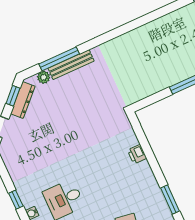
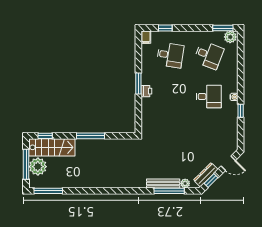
printer: (137, 154) -> (146, 91), moved
window: (170, 199) -> (138, 83), moved

